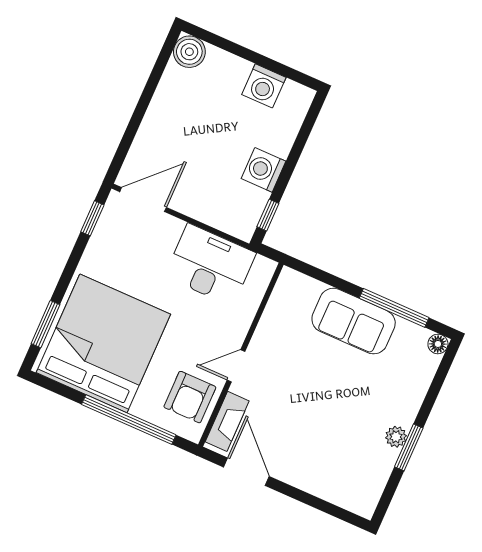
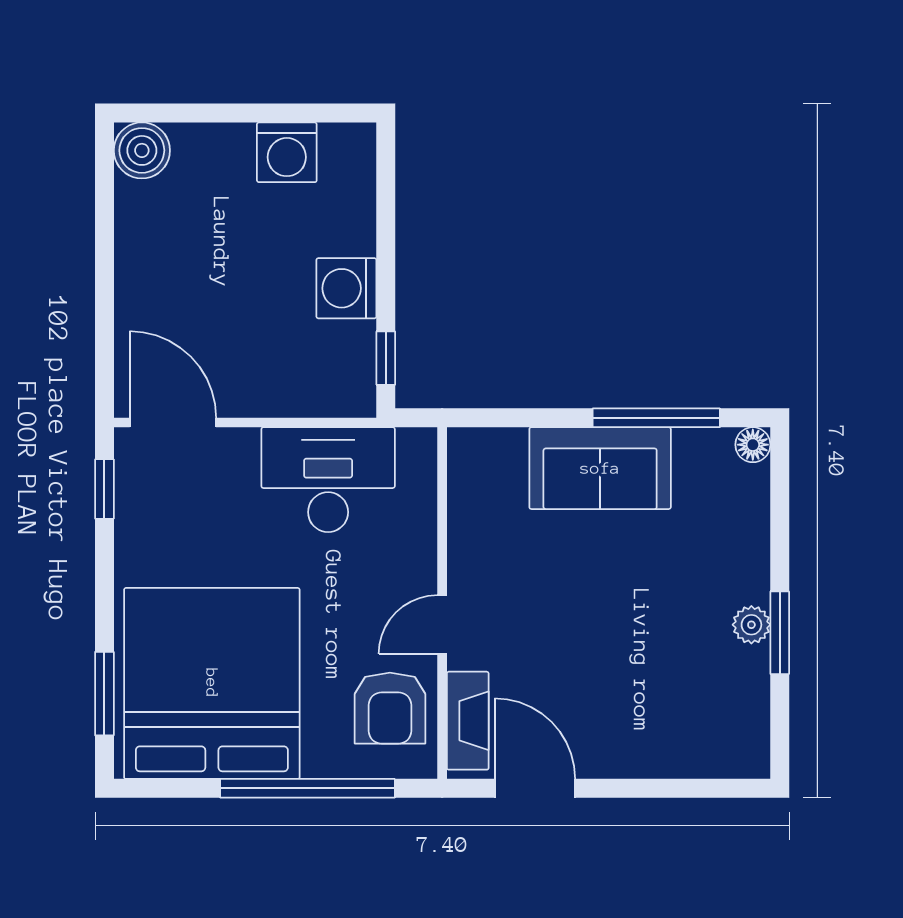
door: (143, 200) -> (173, 423), hinge flipped

